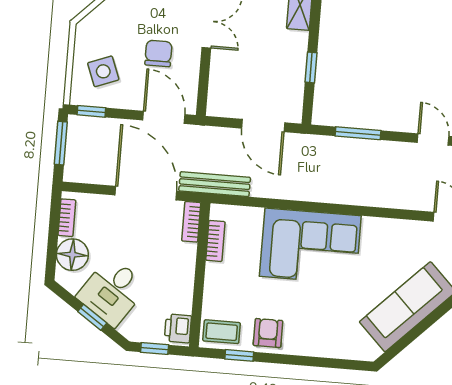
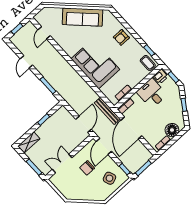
door: (263, 125) -> (84, 124), moved
desk: (112, 291) -> (152, 93), moved, turned -124
armchair: (268, 333) -> (121, 37), moved

